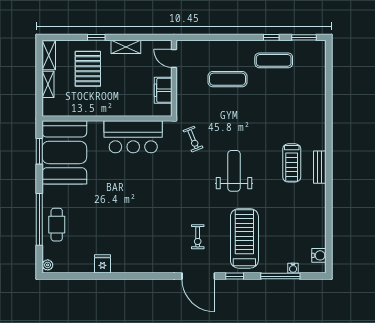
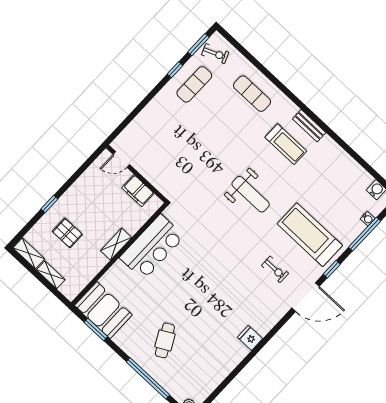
shelving: (126, 47) -> (116, 244), moved
pallet: (88, 69) -> (67, 233), width x0.67, depth x0.71
exercise mat: (228, 79) -> (252, 94), moved, turned 90
exercise bike: (193, 139) -> (215, 54), moved
booth: (64, 152) -> (103, 310), width x0.73, depth x0.70
weight bench: (234, 171) -> (251, 194), turned 180
cafe table: (57, 225) -> (165, 340), moved, turned 62
fridge: (102, 264) -> (250, 338), moved

